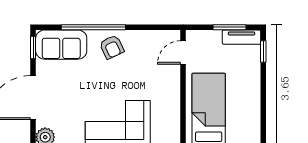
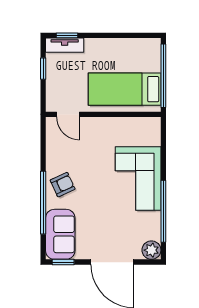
window: (229, 27) -> (43, 69), width x0.67
tv unit: (241, 37) -> (65, 45), moved, turned 90

